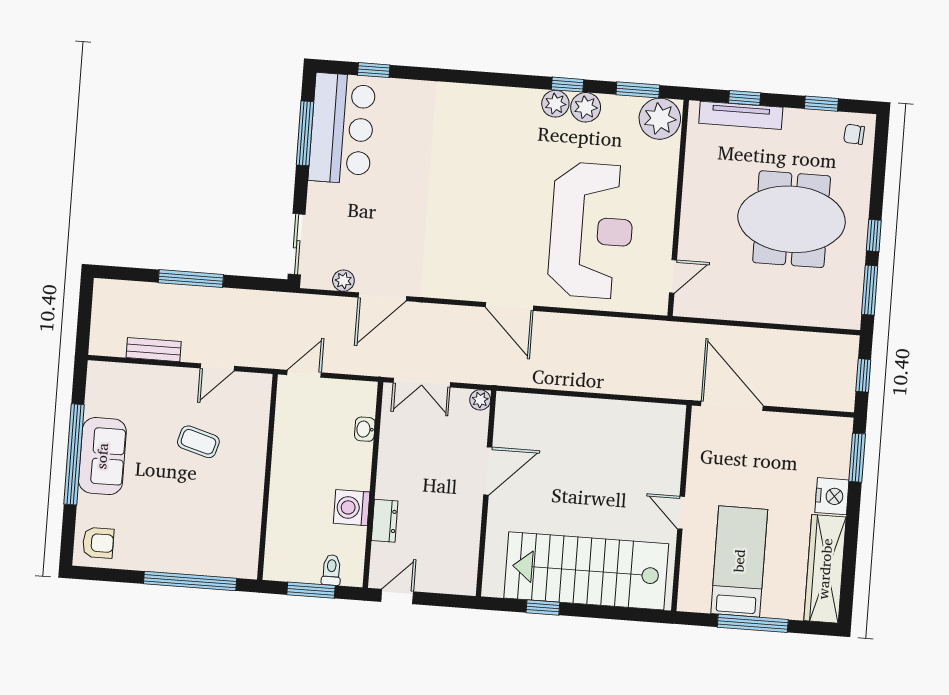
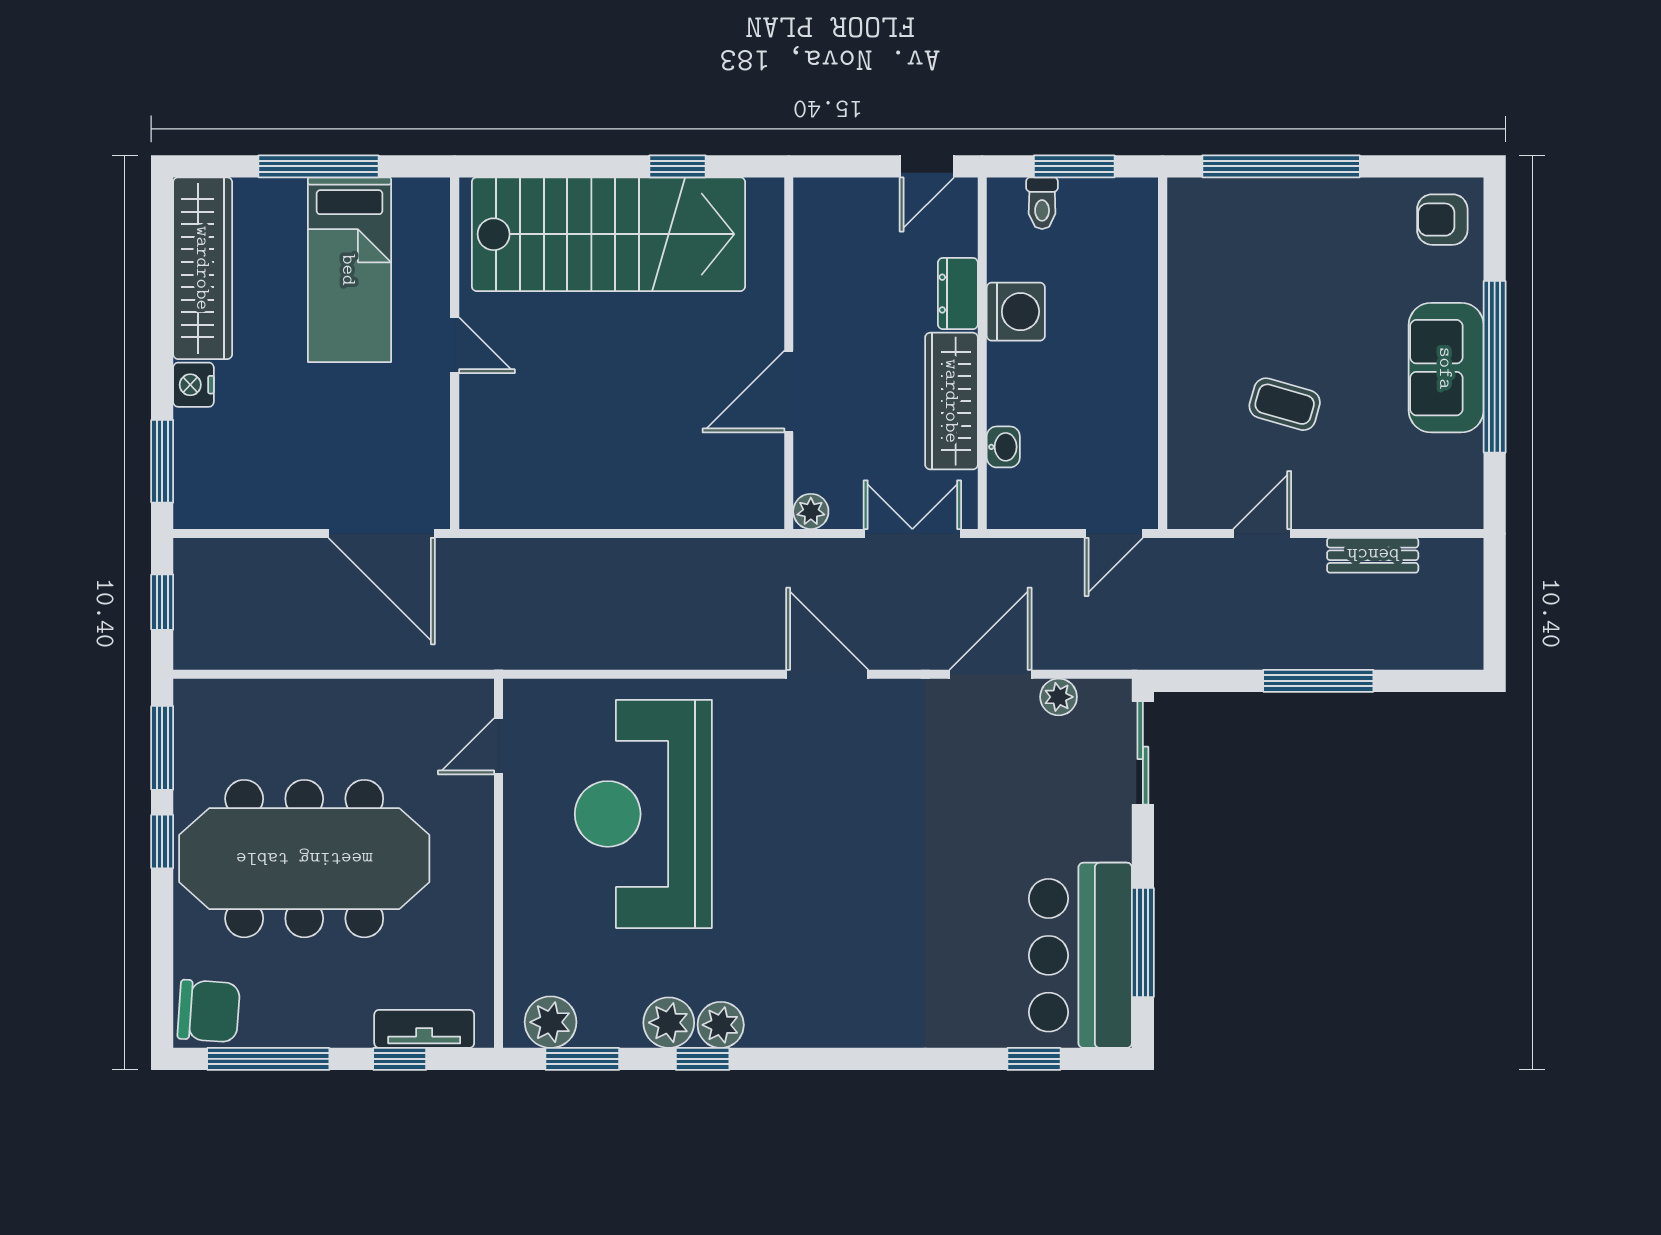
window: (821, 104) -> (268, 1059), width x2.17
tv unit: (741, 115) -> (424, 1029), width x0.71
plant: (660, 119) -> (551, 1022), width x0.73, depth x0.73
chair: (854, 134) -> (209, 1011), width x1.87, depth x1.87
meeting table: (792, 219) -> (304, 859), width x1.36
door: (509, 306) -> (827, 674), moved
wardrobe: (393, 458) -> (952, 401), added
nightstand: (832, 496) -> (193, 385), width x0.74, depth x0.75

